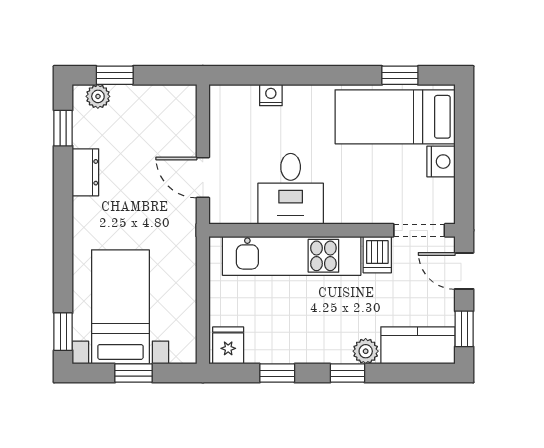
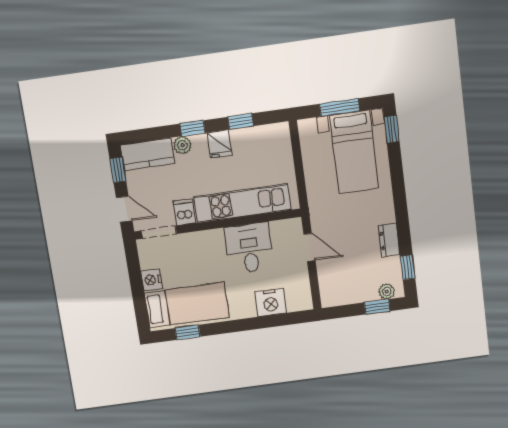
nightstand: (271, 95) -> (271, 302), width x1.89, depth x1.79
fridge: (228, 345) -> (219, 144), moved
window: (134, 373) -> (340, 107), width x1.50

